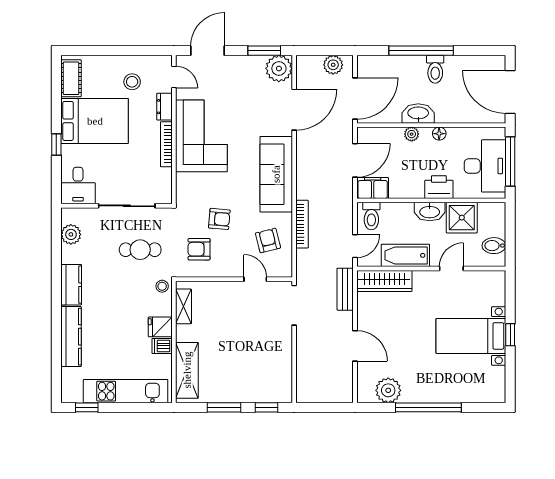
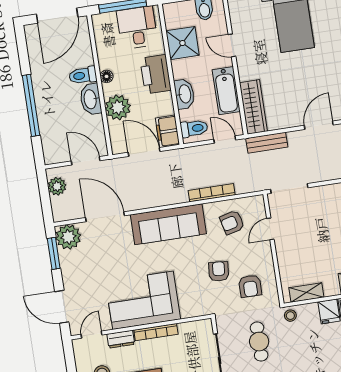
toilet: (435, 69) -> (83, 75), moved, turned 180
door: (355, 98) -> (86, 161), width x0.73
plant: (412, 134) -> (118, 107), width x1.88, depth x1.88
desk: (485, 166) -> (137, 28), width x0.73
printer: (439, 187) -> (156, 74), width x1.37, depth x1.19
washbasin: (430, 212) -> (184, 94), moved

